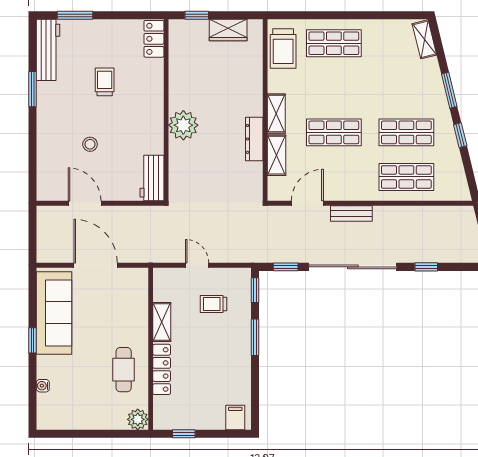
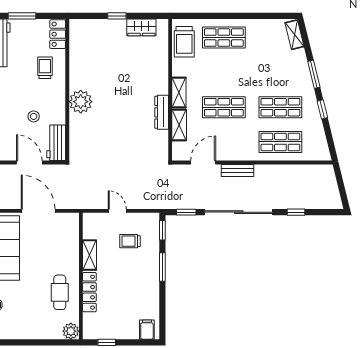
locker: (154, 39) -> (58, 34), moved
wall: (166, 110) -> (67, 90), moved
plant: (183, 125) -> (81, 102), moved
workbench: (152, 178) -> (56, 143), moved

